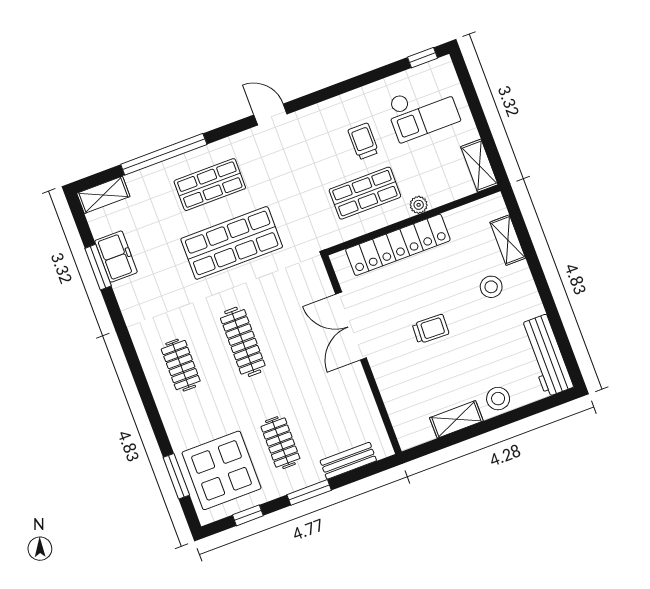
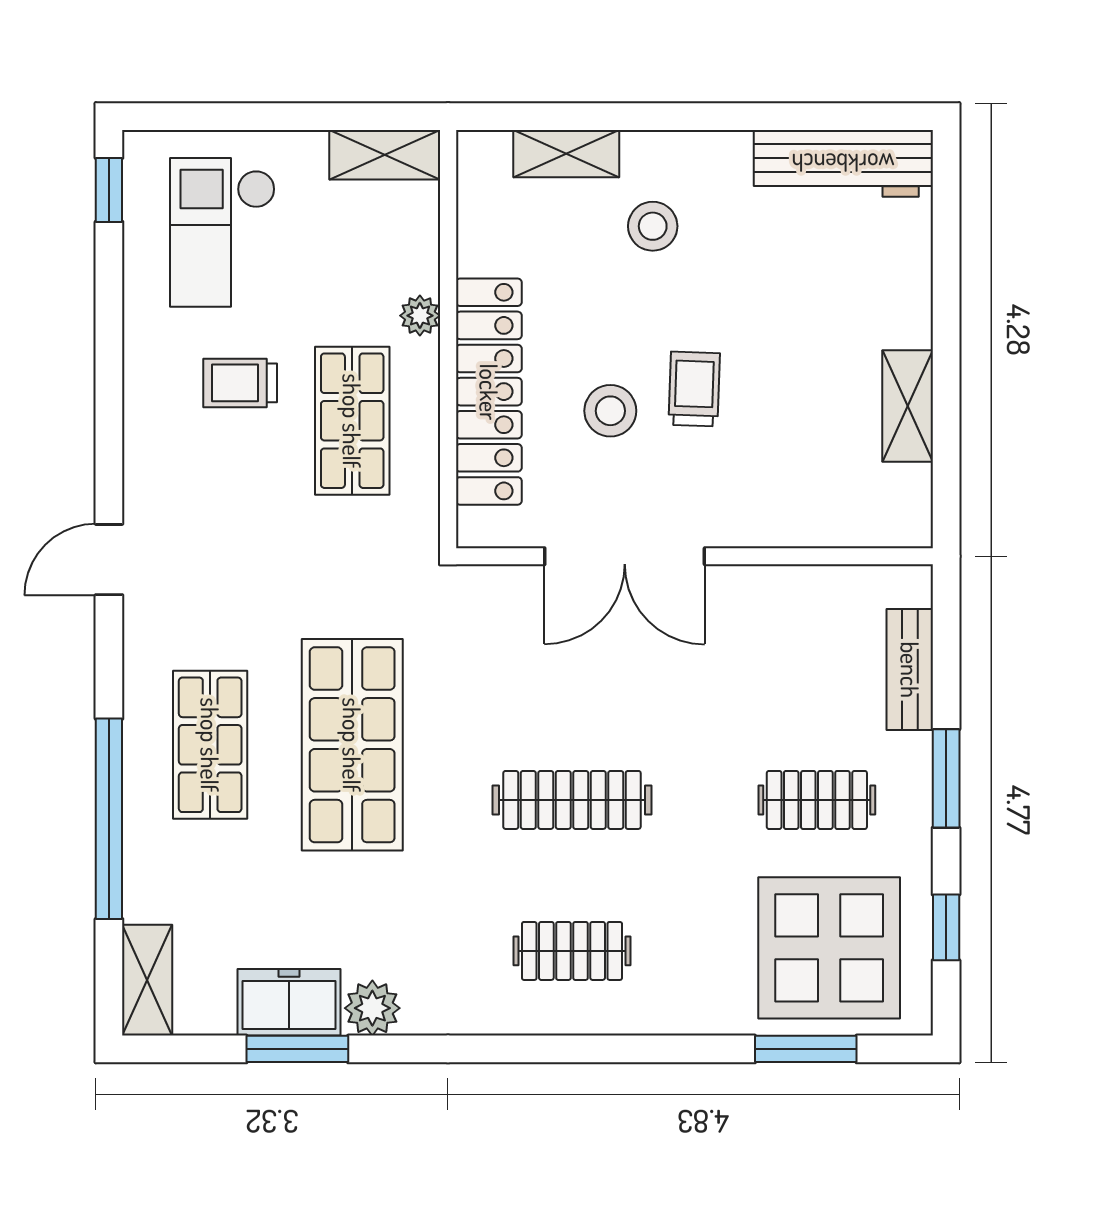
checkout: (422, 111) -> (223, 232), turned 180
plant: (126, 292) -> (372, 1008), added
stool: (498, 399) -> (610, 411), moved

